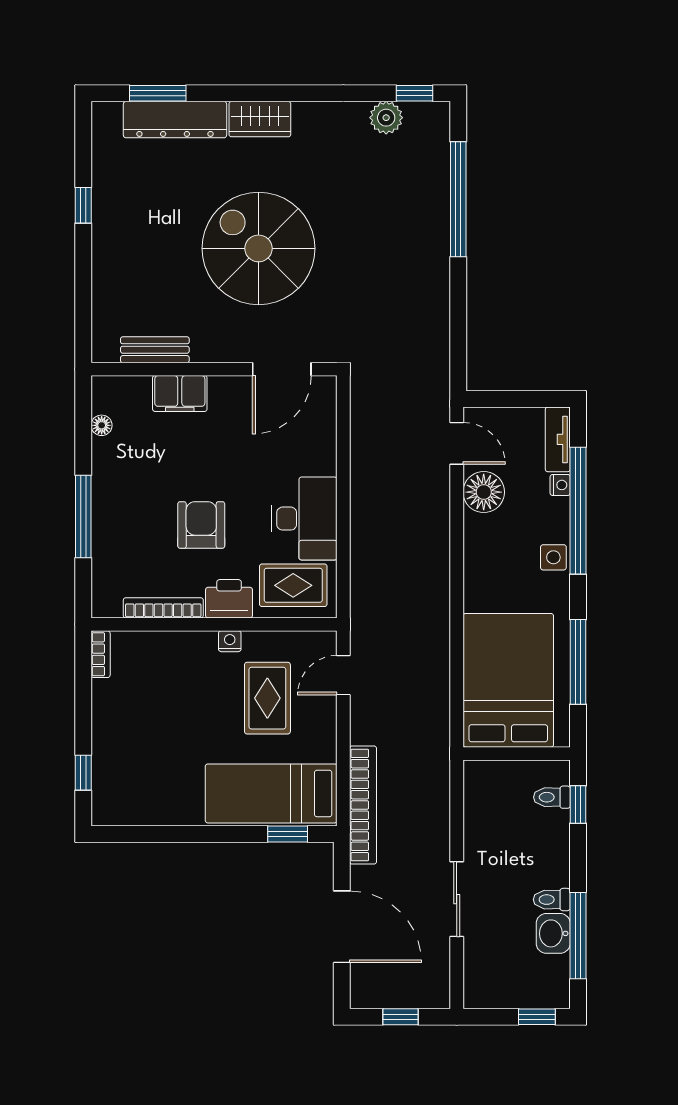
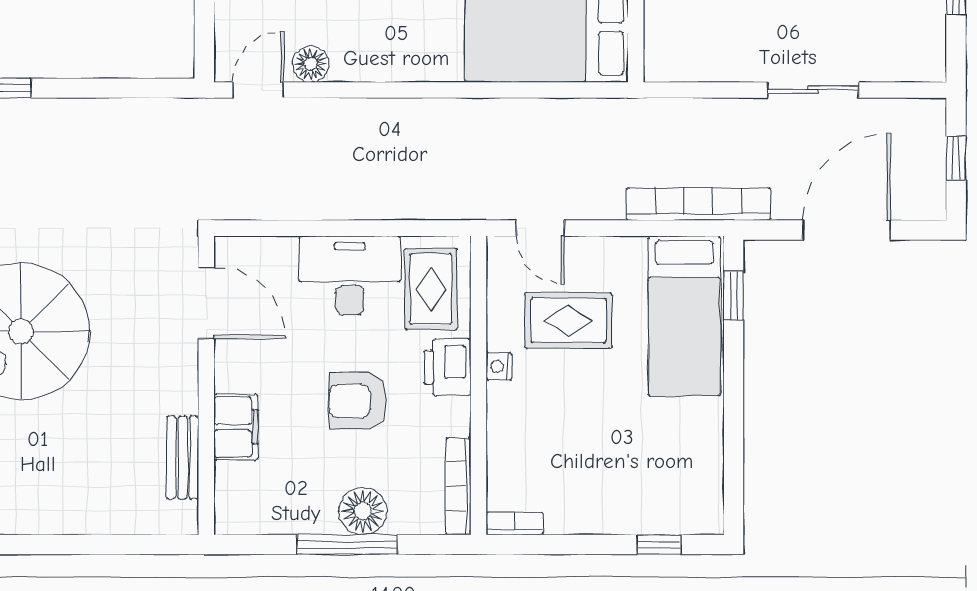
bench: (155, 350) -> (183, 457), moved
wall: (214, 369) -> (206, 385), moved
door: (282, 369) -> (206, 303), moved
filing cabinet: (180, 393) -> (236, 427), moved
floor lamp: (102, 425) -> (363, 511), moved, width x1.89, depth x1.89
floor lamp: (484, 492) -> (311, 64), width x0.73, depth x0.73
bookcase: (163, 608) -> (458, 486), moved

